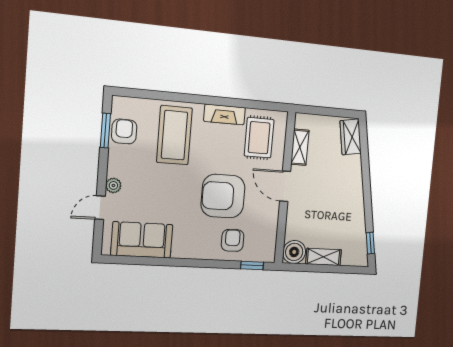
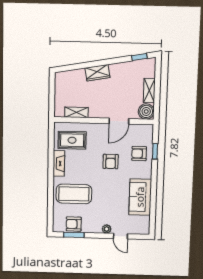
wardrobe: (351, 137) -> (97, 73), moved
door: (285, 186) -> (119, 121), moved
armchair: (223, 196) -> (111, 161), width x0.53, depth x0.53
sofa: (142, 240) -> (140, 197), moved
window: (252, 265) -> (155, 151), moved

